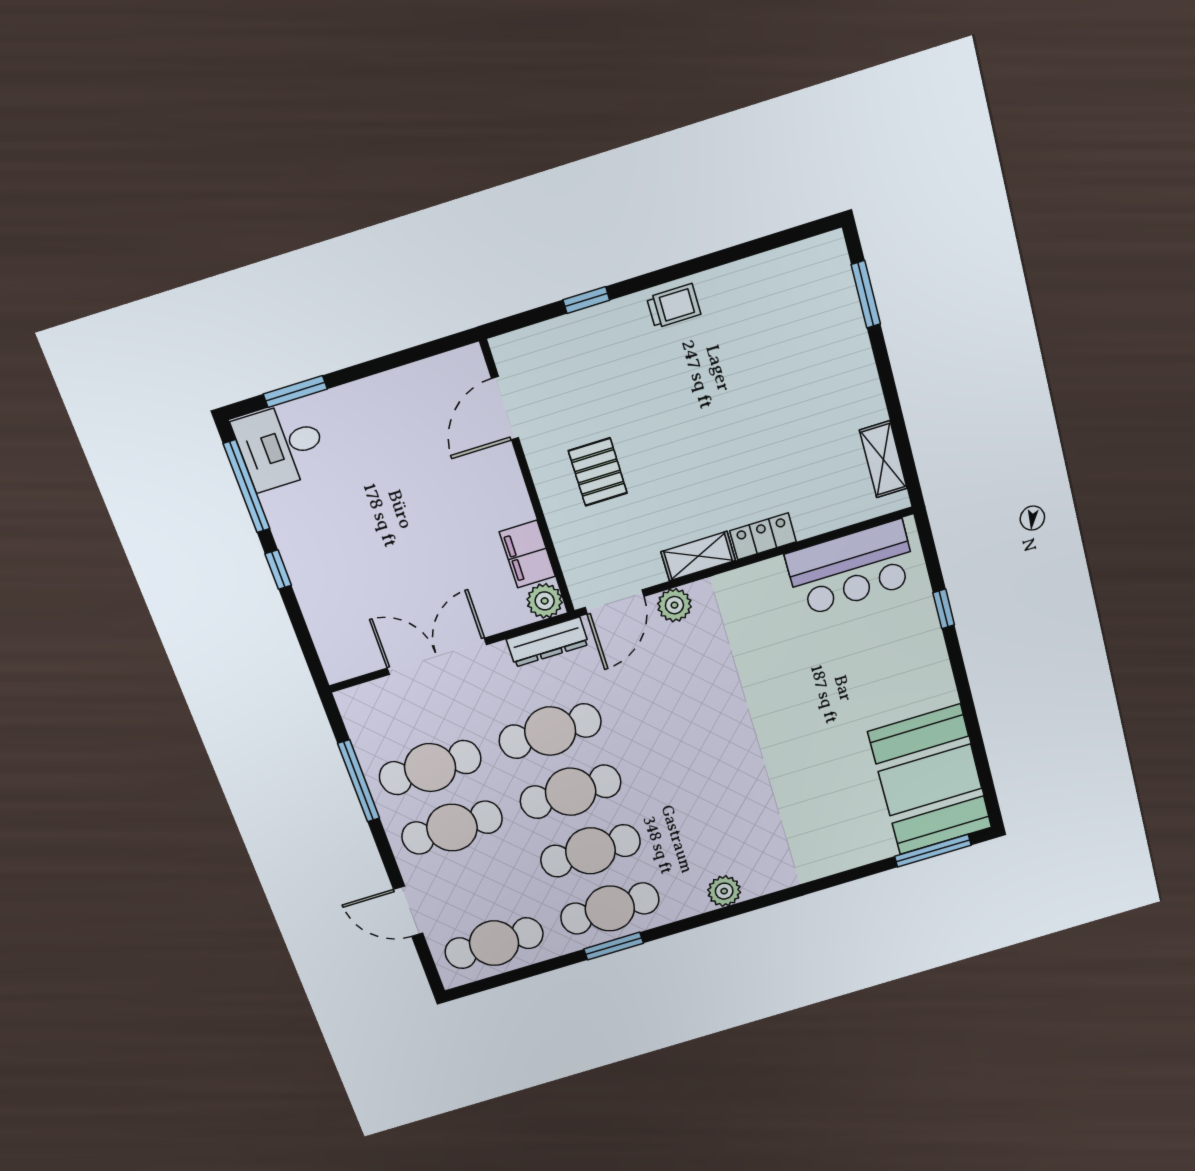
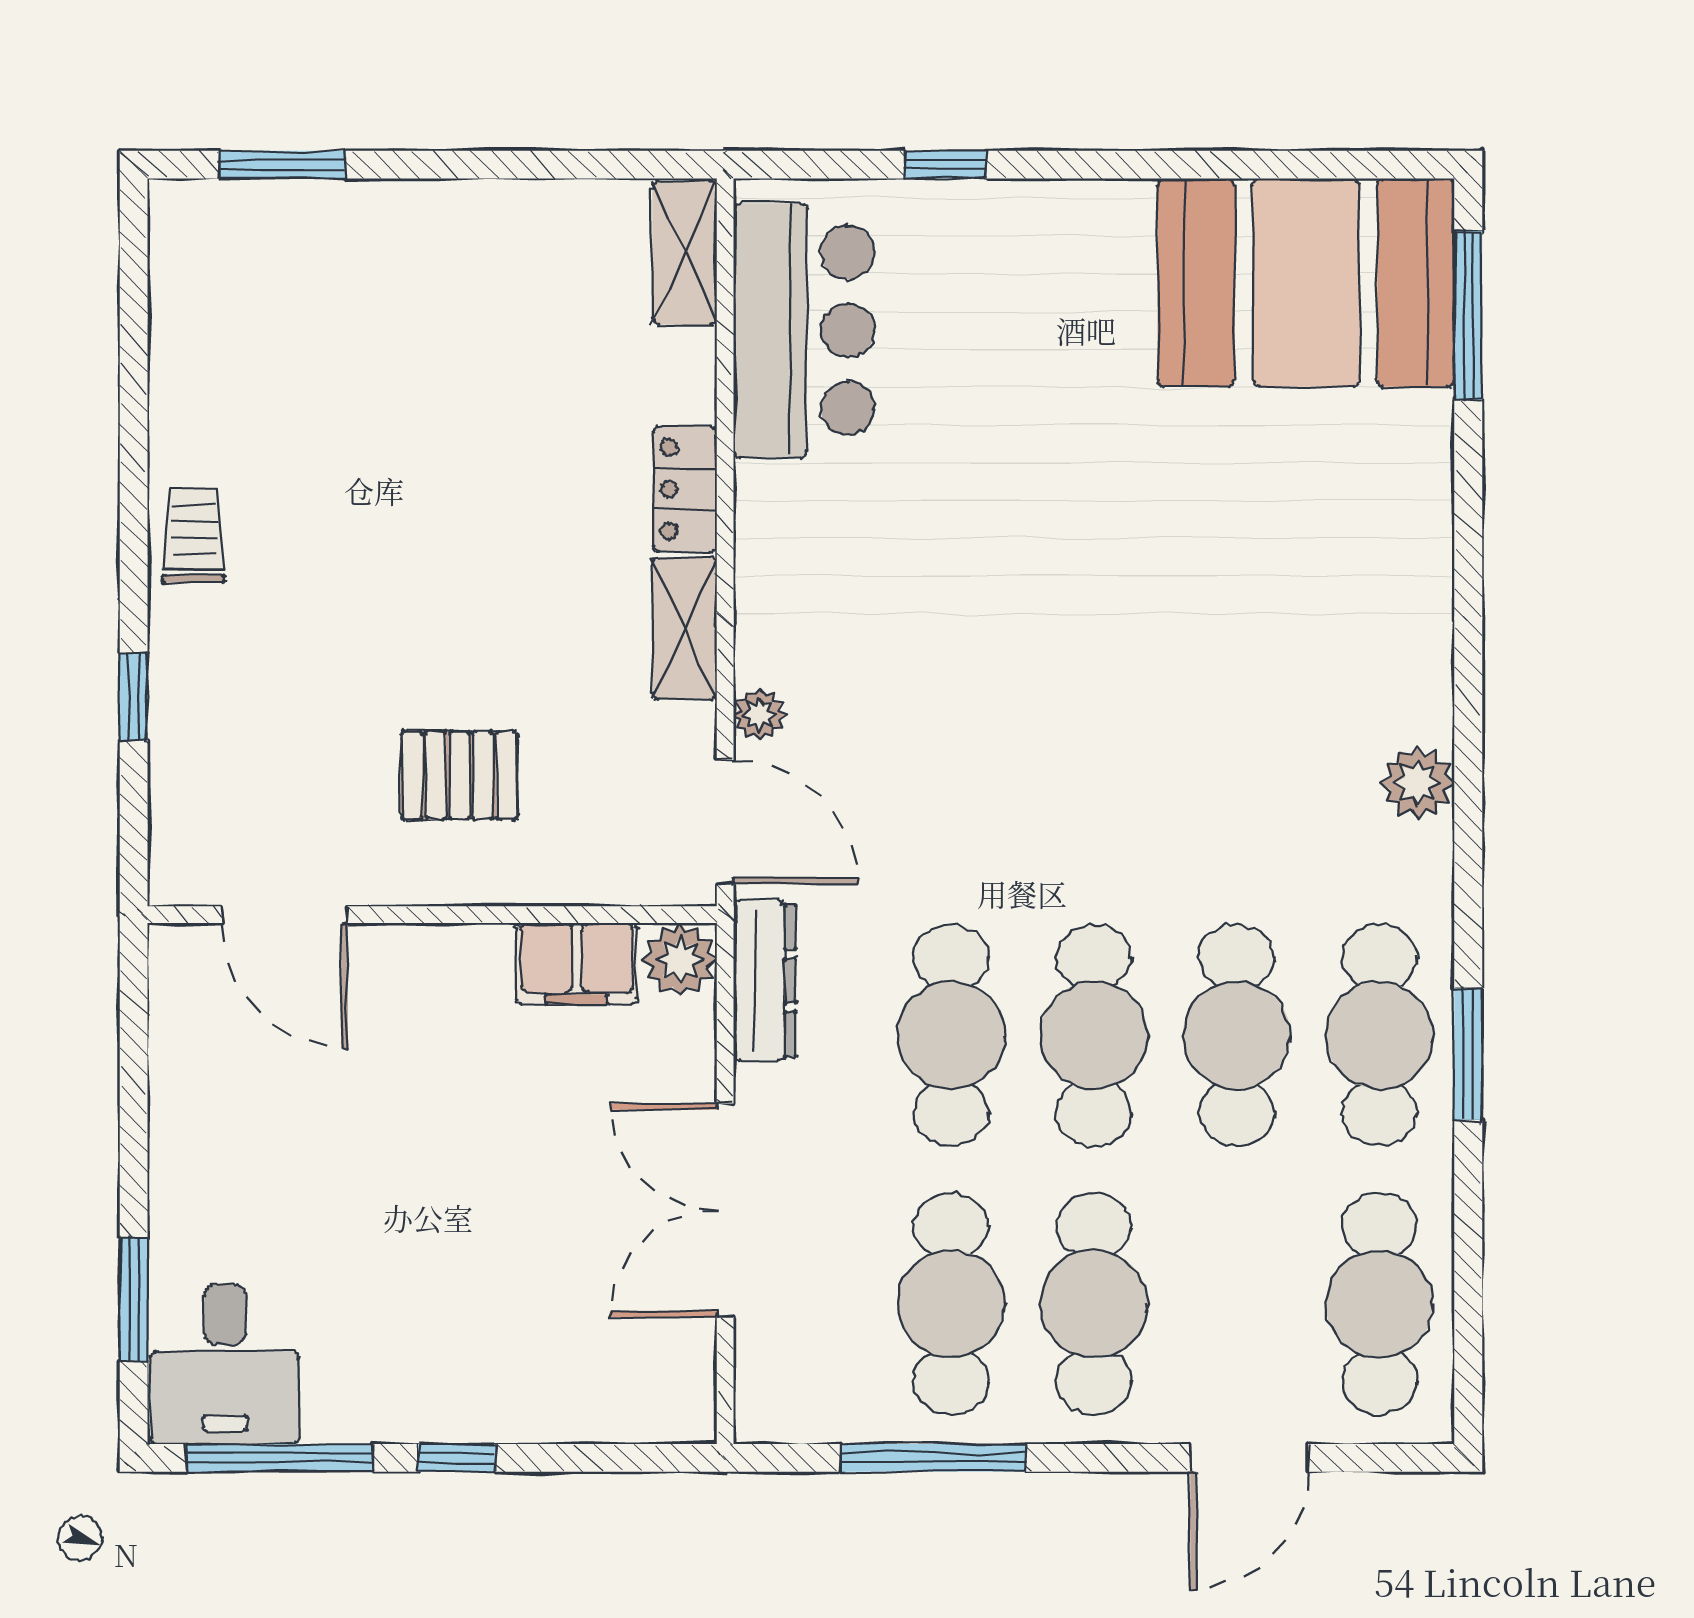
shelving: (883, 459) -> (685, 253), moved, turned 90
plant: (674, 605) -> (759, 714), width x0.73, depth x0.73

